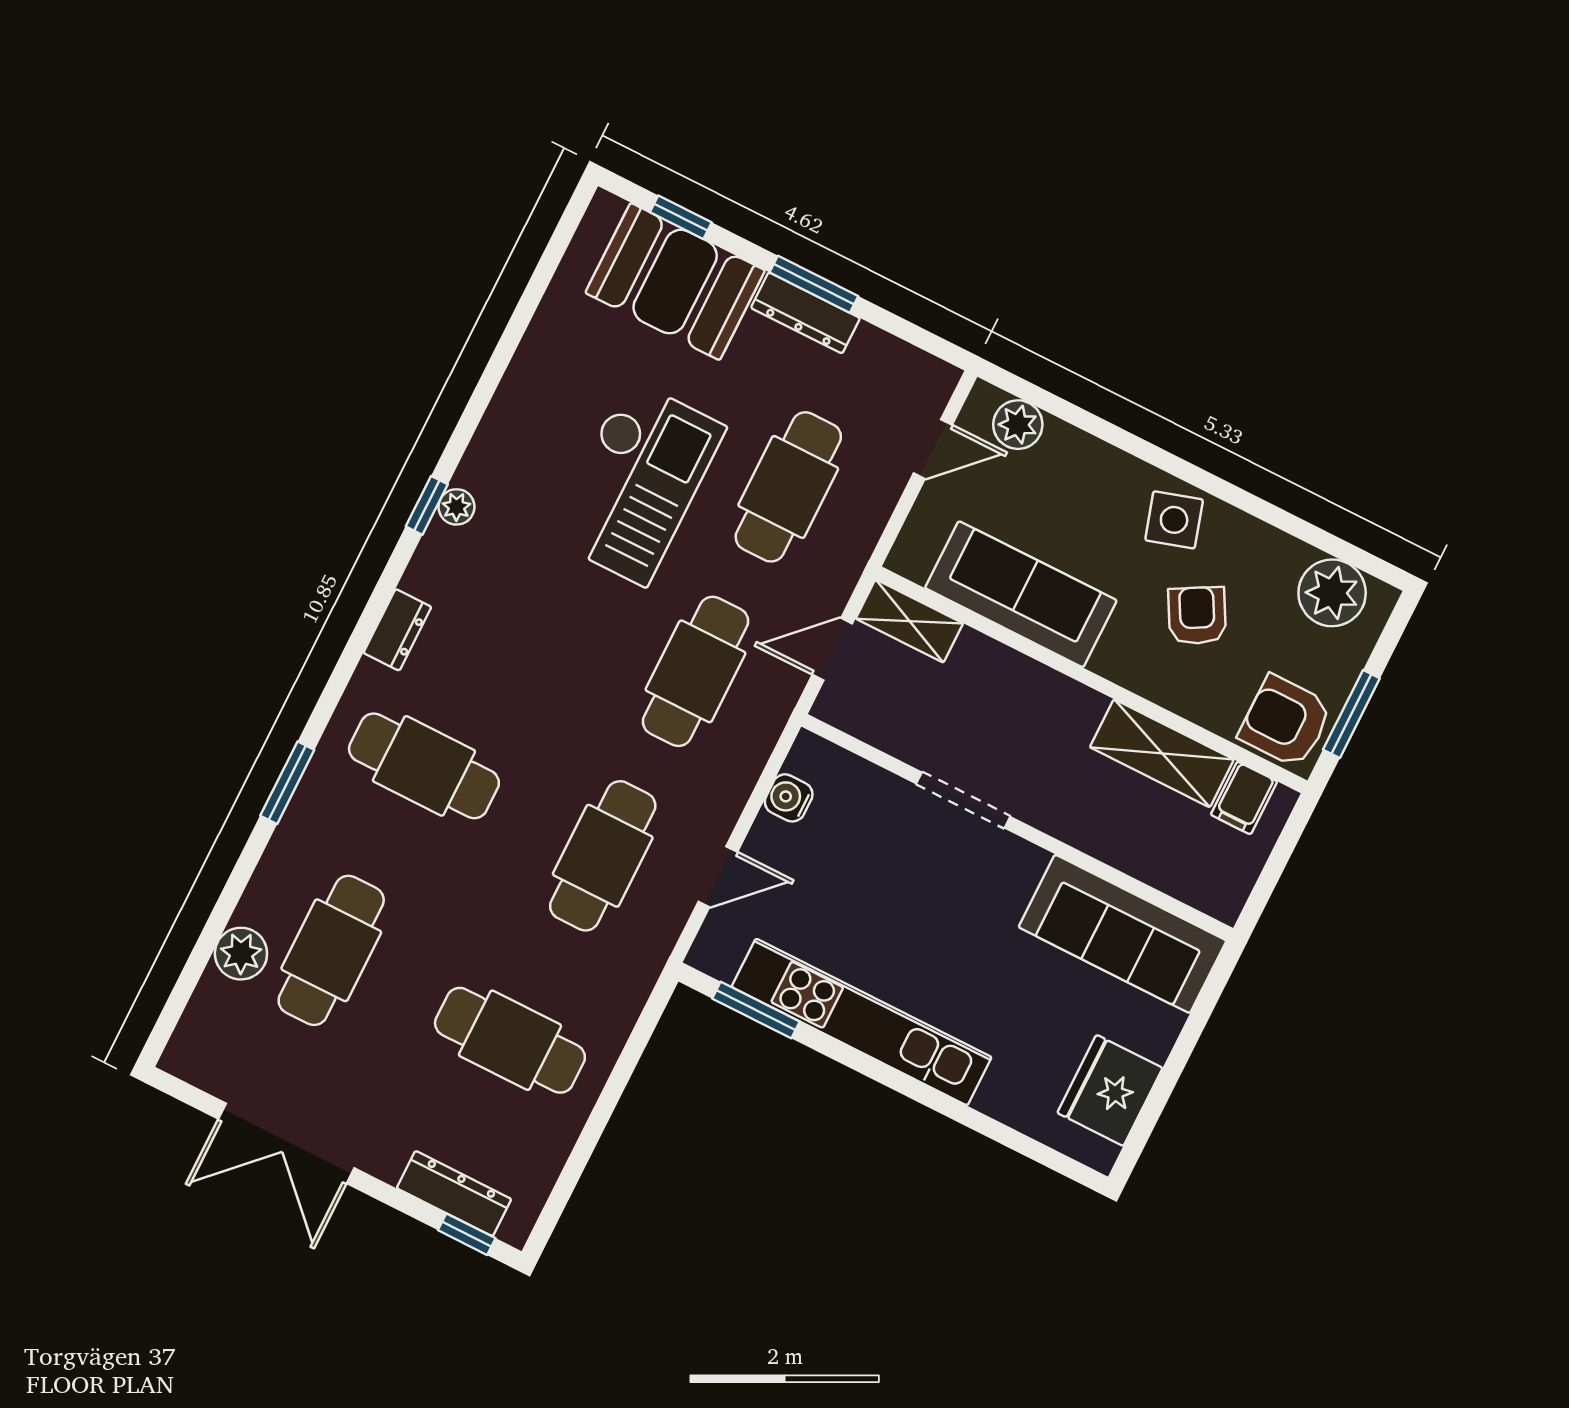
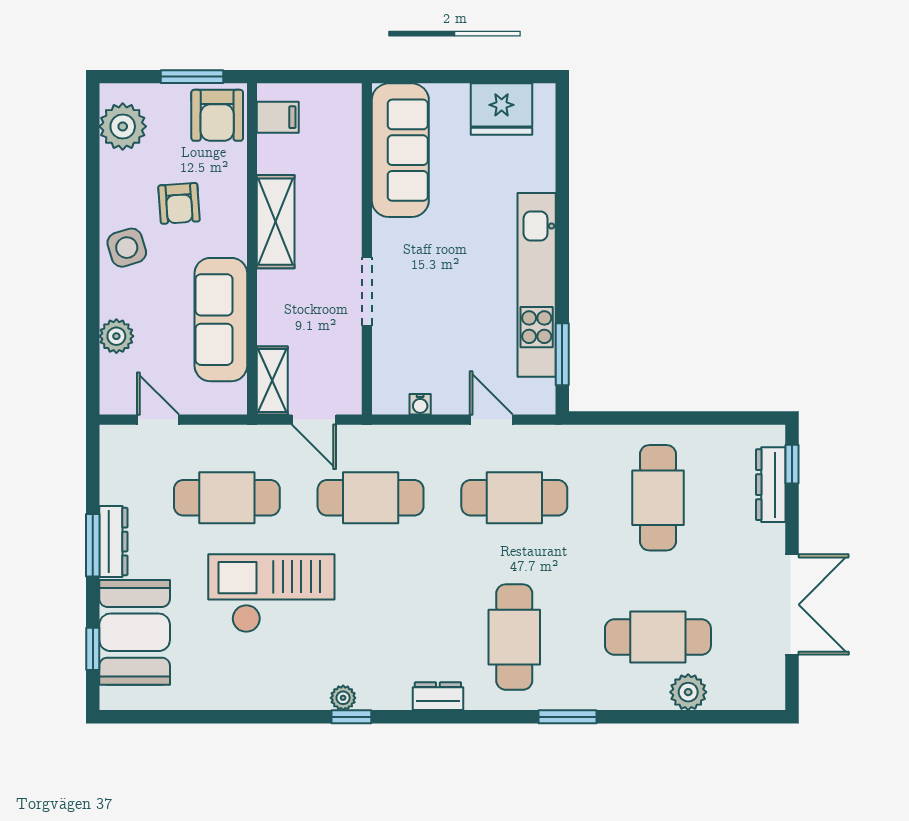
plant: (1018, 425) -> (116, 336), moved
armchair: (1197, 616) -> (179, 203), turned -65
shelving: (1162, 753) -> (276, 222), moved
water cooler: (789, 798) -> (420, 404), width x0.72, depth x0.72

